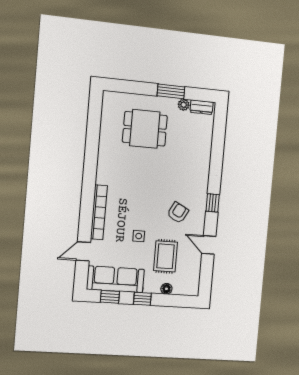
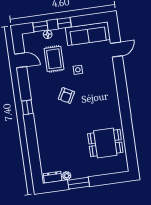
dining table: (145, 129) -> (105, 143), moved
bookcase: (99, 212) -> (112, 81), removed
armchair: (178, 213) -> (66, 96), moved
door: (209, 245) -> (21, 60), moved
window: (110, 297) -> (40, 26), moved

